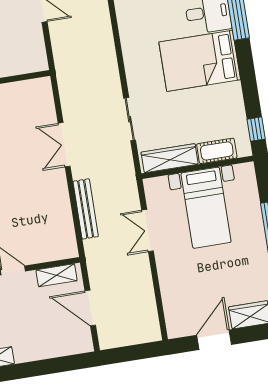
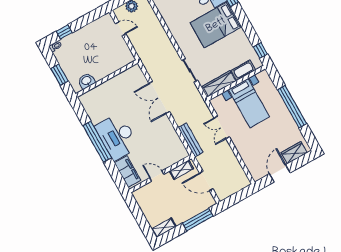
double door: (64, 145) -> (159, 97), width x1.37
bench: (86, 209) -> (191, 140), moved
window: (53, 366) -> (198, 220), added

